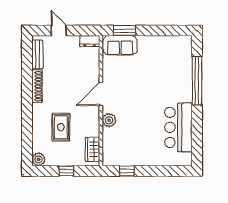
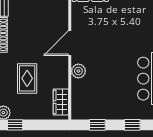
window: (66, 171) -> (15, 125), moved
window: (160, 171) -> (132, 125), added

